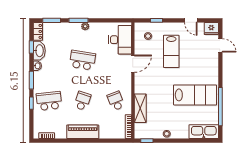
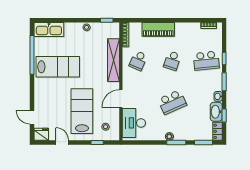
lab bench: (171, 51) -> (82, 111), width x1.36, depth x1.39
school desk: (82, 60) -> (172, 102), turned -33
lab bench: (195, 95) -> (58, 67), turned 180
school desk: (116, 101) -> (138, 61), turned 45
shelving: (140, 108) -> (113, 60), width x1.47
piano: (83, 132) -> (158, 29), moved

